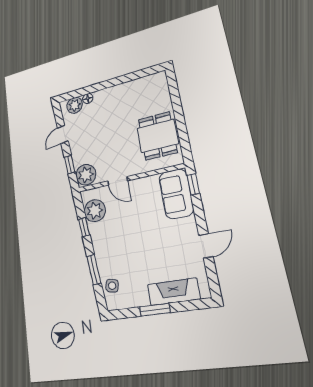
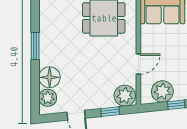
window: (119, 80) -> (35, 46), added
floor lamp: (88, 98) -> (50, 77), width x1.89, depth x1.89

